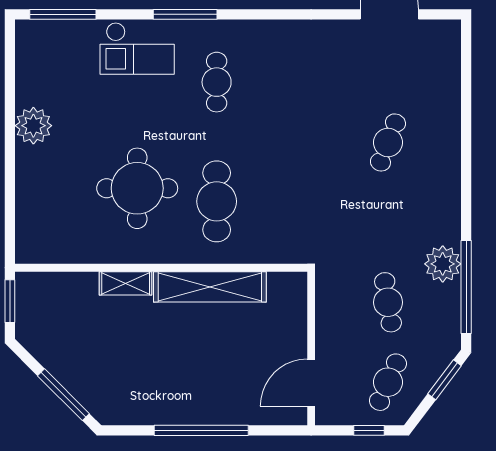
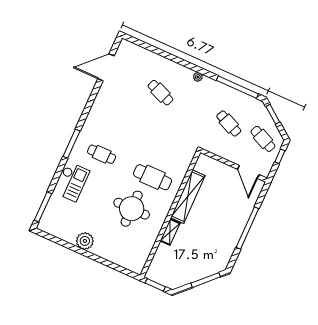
window: (185, 14) -> (72, 144), moved
plant: (443, 264) -> (198, 77), moved, width x0.53, depth x0.53
cafe table: (388, 302) -> (229, 123), turned 33

